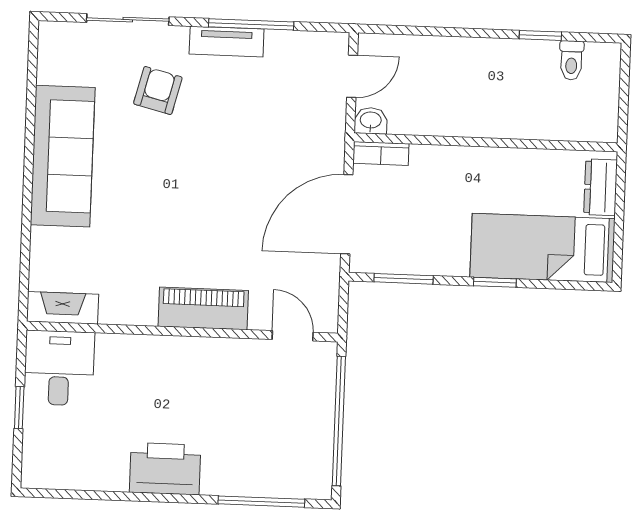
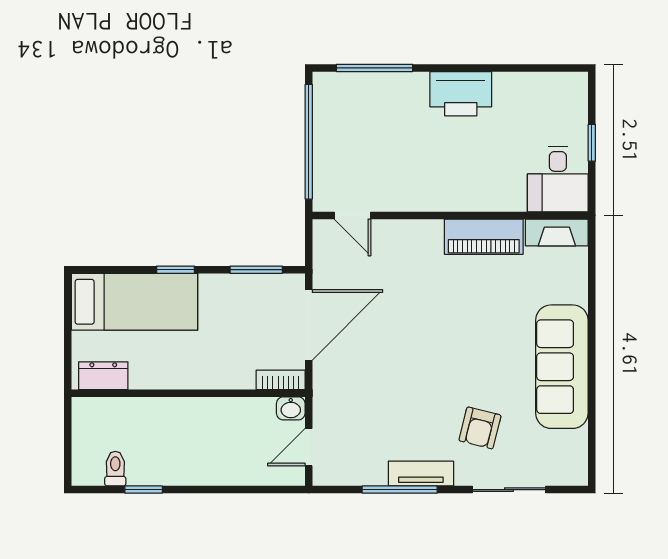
dresser: (601, 187) -> (103, 376), moved, turned -90
piano: (203, 308) -> (484, 237), moved

